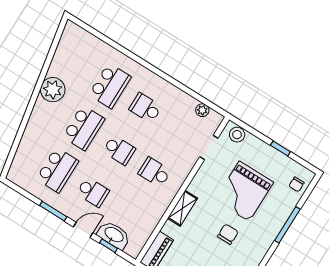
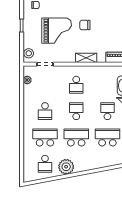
school desk: (74, 64) -> (45, 164), added

